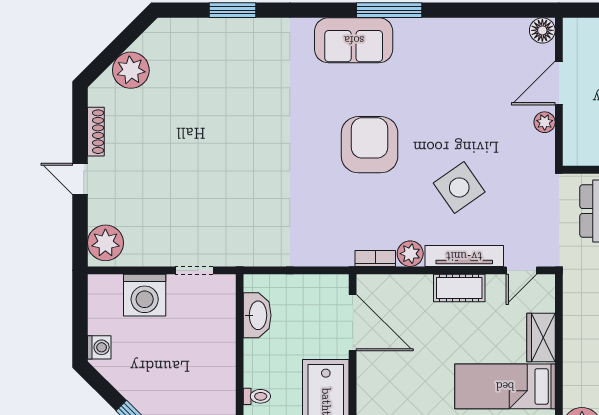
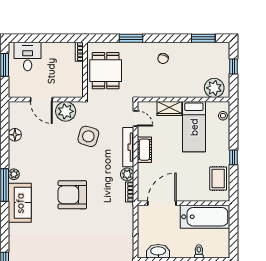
plant: (410, 28) -> (14, 174), added
floor lamp: (542, 30) -> (15, 135), moved
plant: (545, 122) -> (66, 111), width x1.88, depth x1.88
side table: (459, 187) -> (88, 136), moved, turned -38

